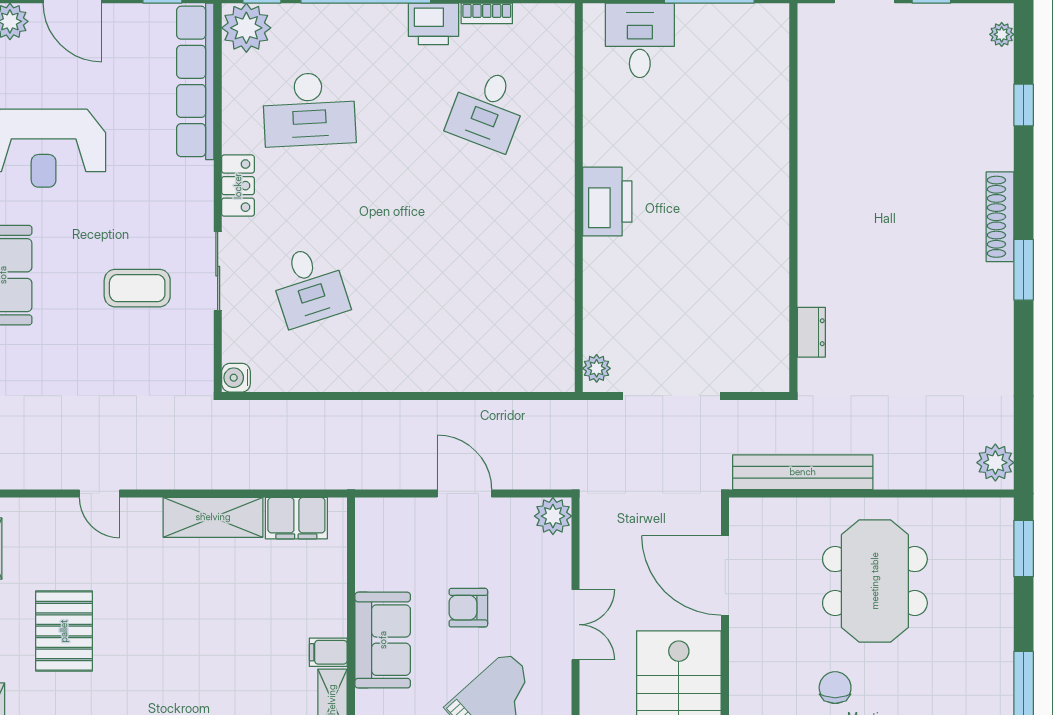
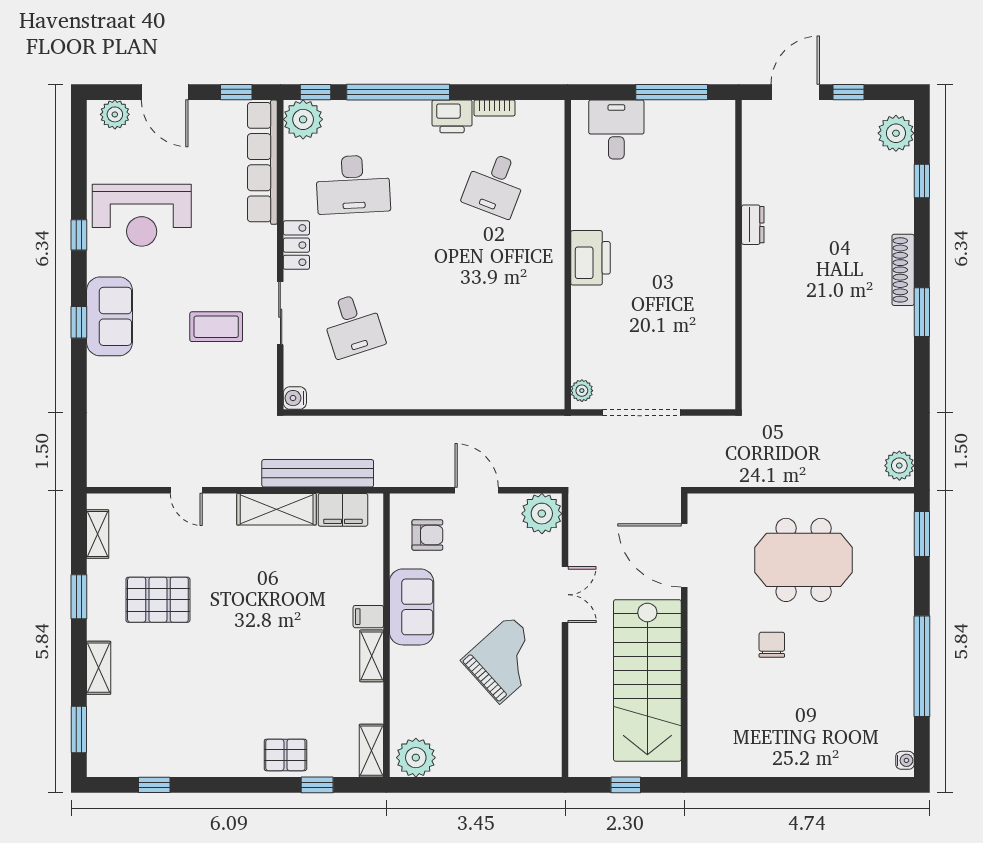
plant: (1002, 34) -> (896, 133), width x1.88, depth x1.88
dresser: (811, 332) -> (753, 225), moved
bench: (803, 472) -> (318, 473), moved
plant: (553, 516) -> (542, 514), width x1.36, depth x1.36
meeting table: (875, 581) -> (804, 560), turned 90
armchair: (468, 608) -> (427, 535), moved, turned 180
pallet: (64, 631) -> (158, 600), turned 90

